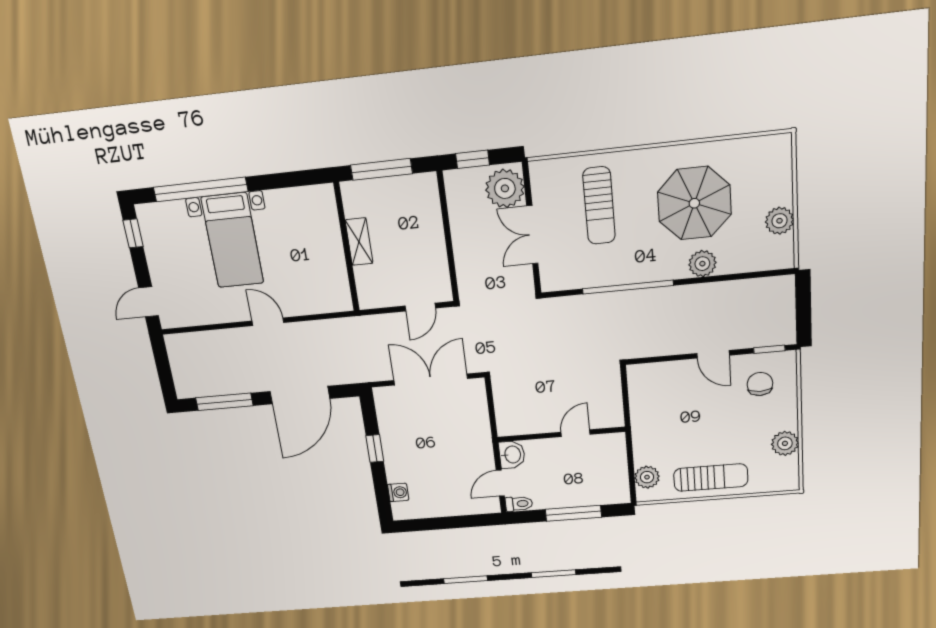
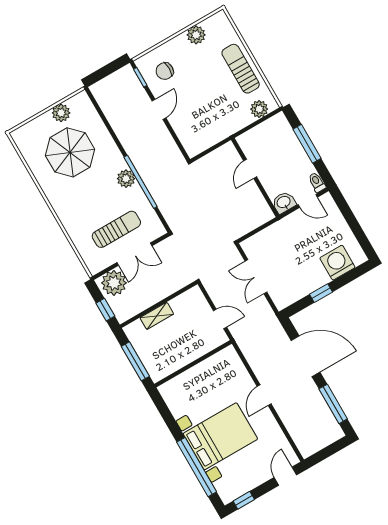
parasol: (694, 203) -> (70, 152), moved
sun lounger: (599, 206) -> (116, 229), moved
bed with nightstands: (232, 240) -> (220, 436), width x1.36
shelving: (359, 242) -> (157, 316), moved
plant: (702, 264) -> (126, 179), moved
door: (149, 302) -> (285, 476), swing flipped
door: (420, 307) -> (220, 319), moved
double door: (431, 379) -> (256, 277), width x0.73
door: (575, 433) -> (250, 169), hinge flipped
washing machine: (398, 492) -> (337, 263), width x1.89, depth x1.89

